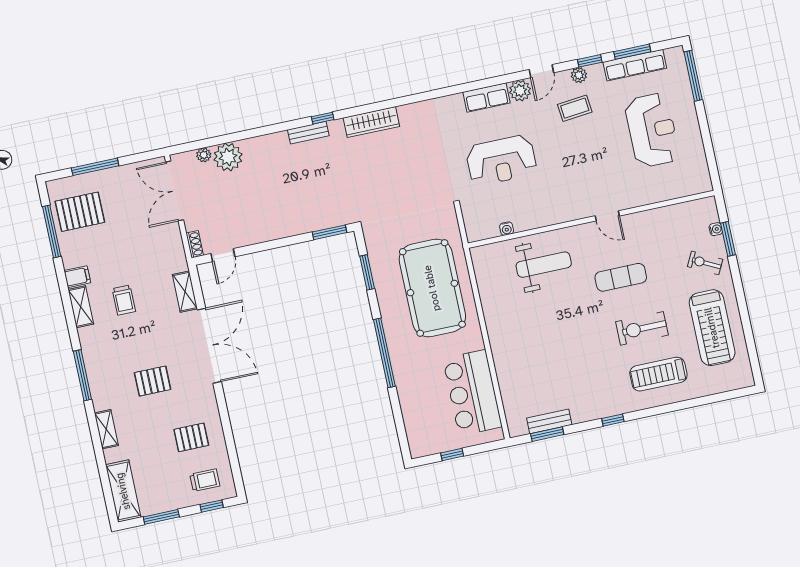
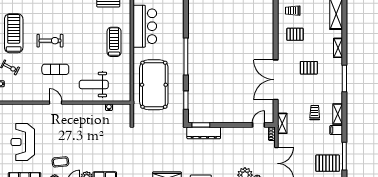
reception desk: (501, 160) -> (104, 143), removed
dresser: (321, 219) -> (204, 133), added
shelving: (185, 292) -> (282, 123), moved
treadmill: (658, 374) -> (114, 42), moved, turned -90

